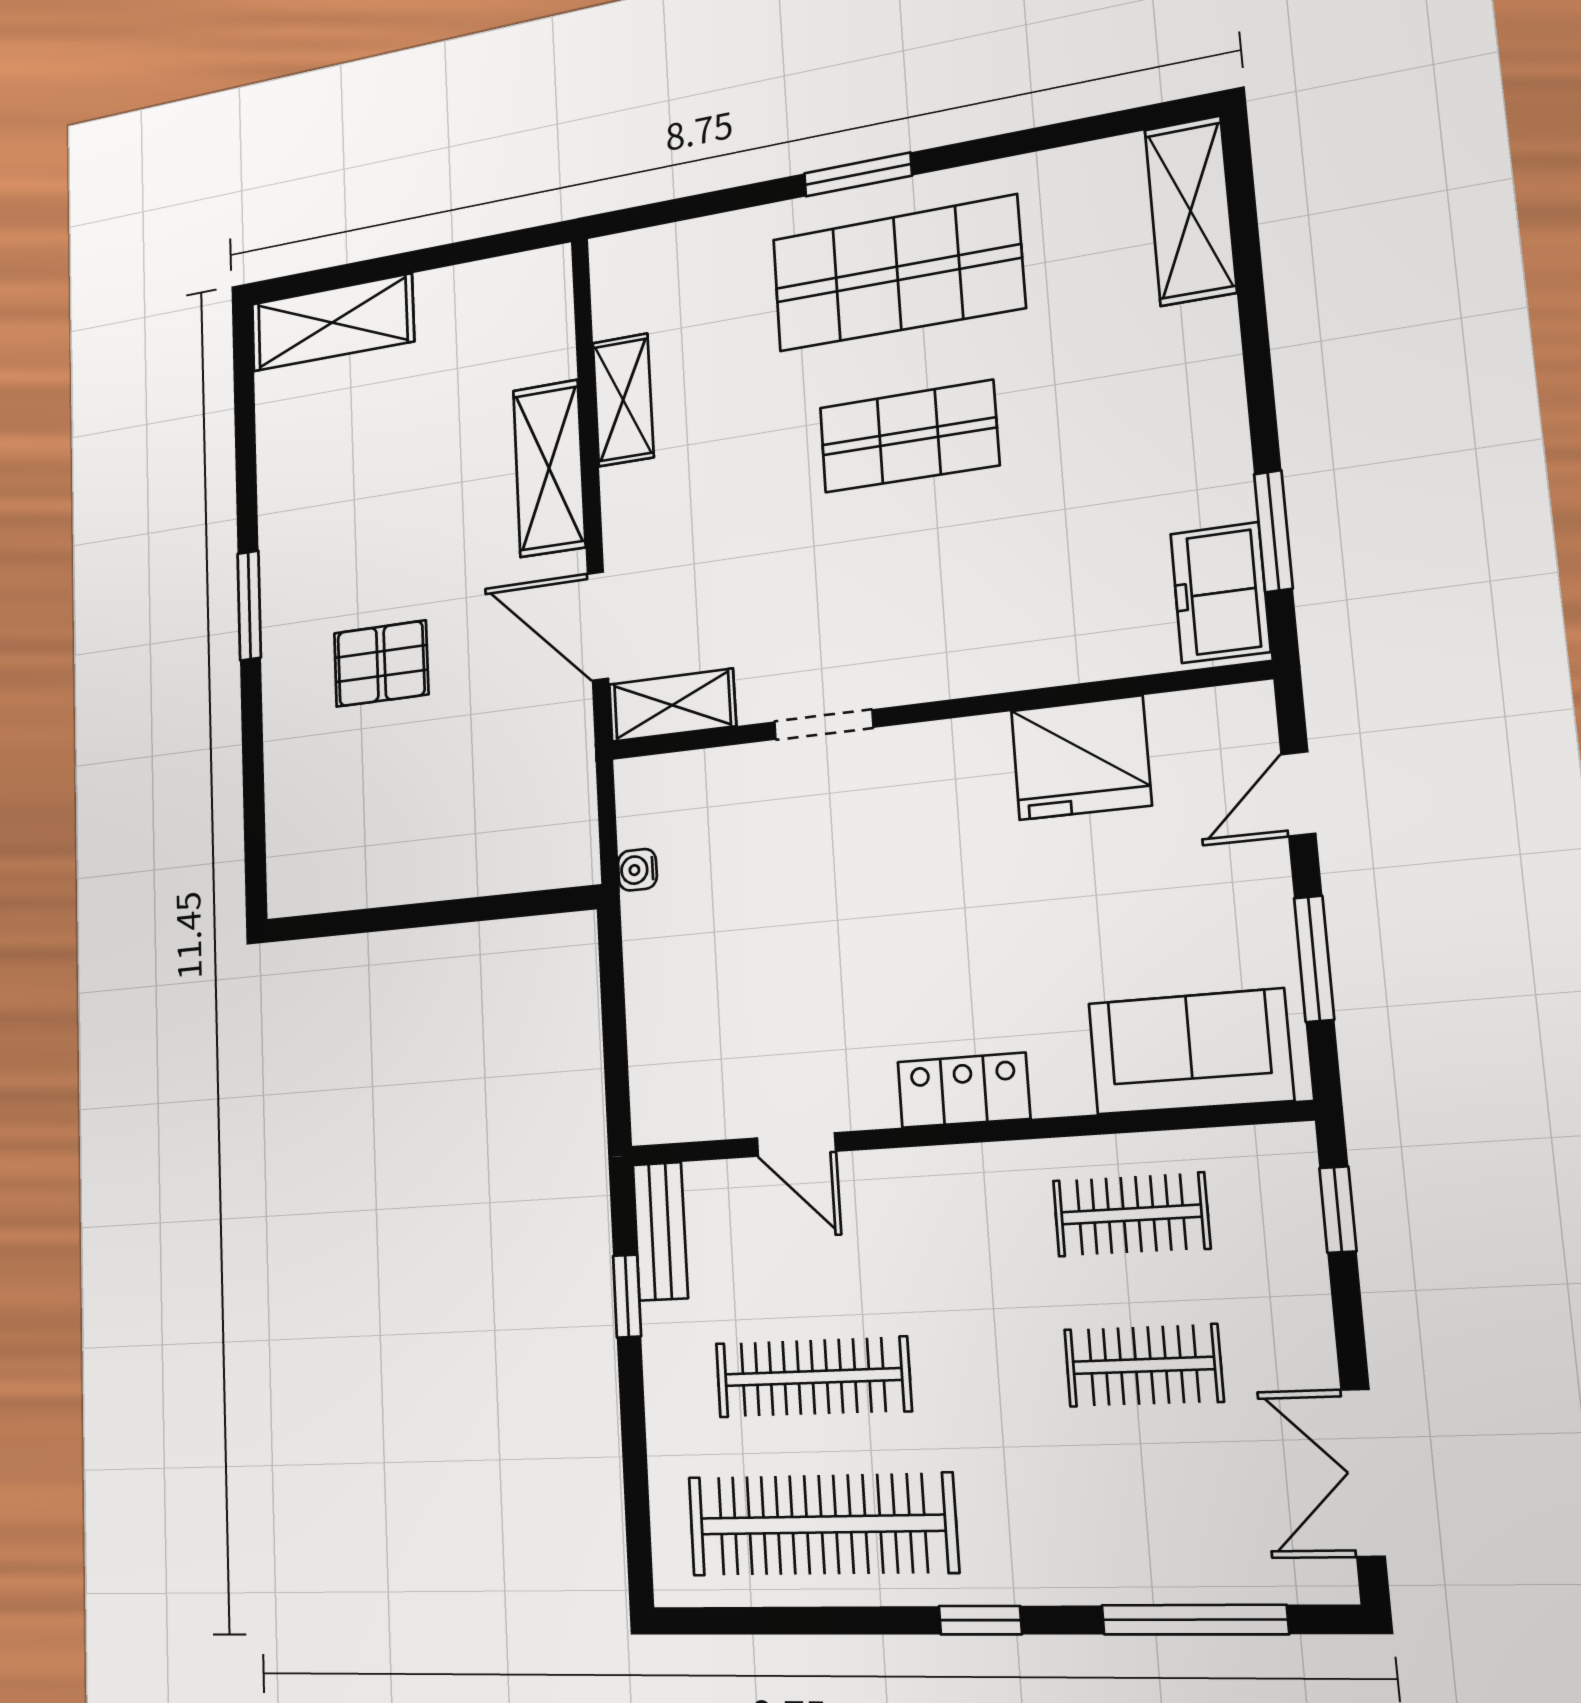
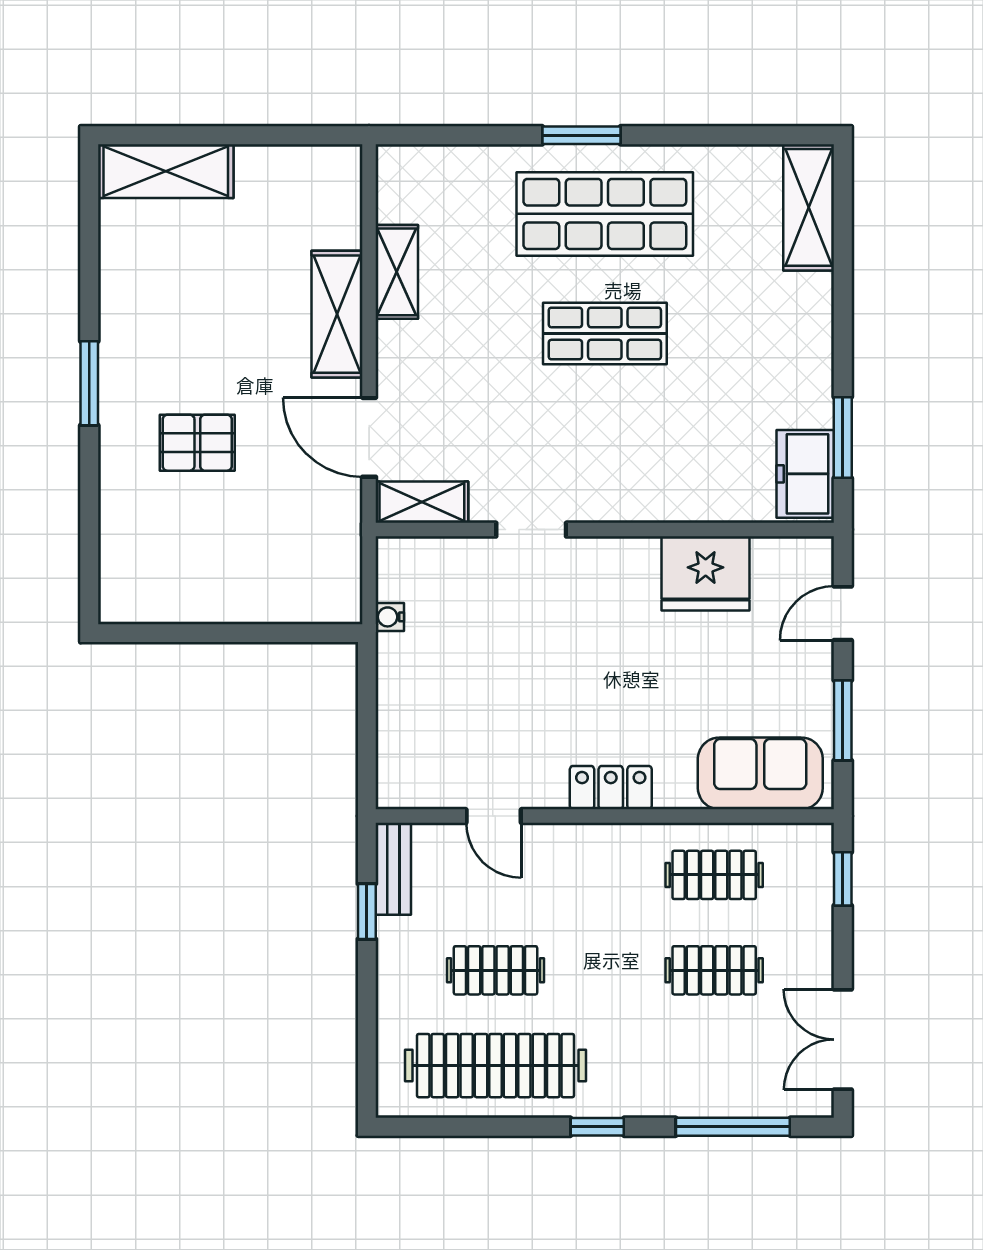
clothes rail: (813, 1377) -> (495, 970), width x0.73

